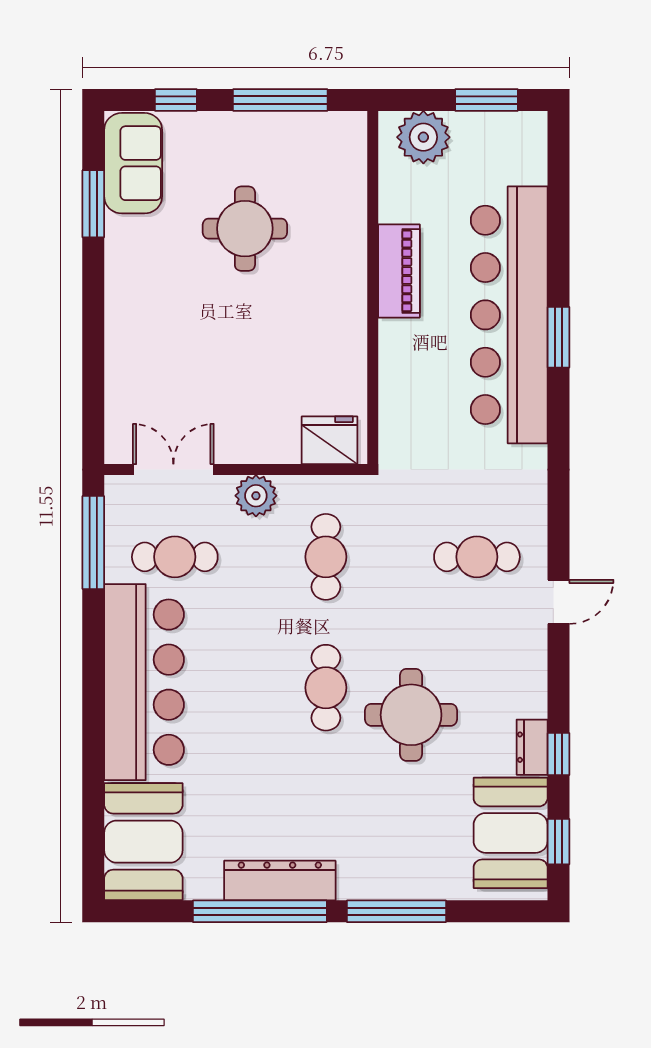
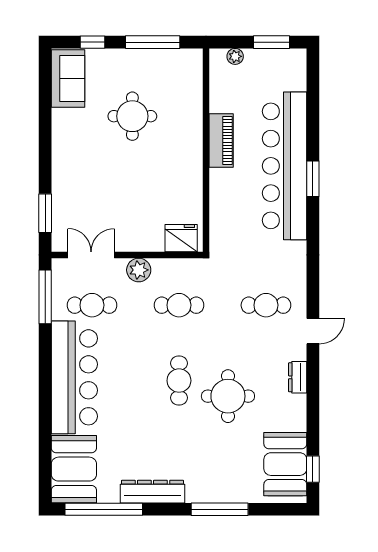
plant: (423, 137) -> (235, 56), width x0.53, depth x0.53
window: (93, 204) -> (45, 213), moved
cafe table: (326, 557) -> (179, 305), turned 90
dresser: (532, 747) -> (298, 377), moved
window: (558, 754) -> (313, 419), removed
window: (260, 911) -> (104, 509), moved

